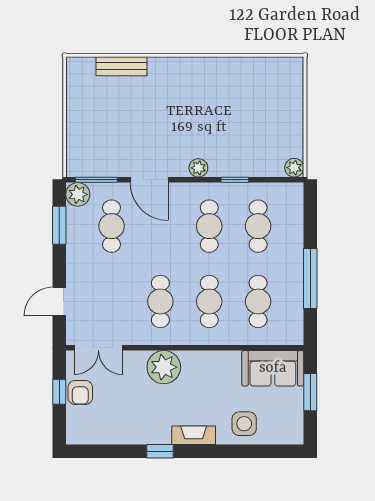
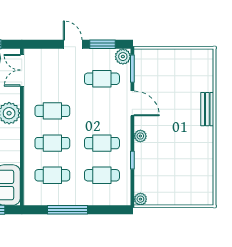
bench: (121, 66) -> (207, 109), moved
door: (149, 180) -> (132, 103), swing flipped
door: (59, 302) -> (73, 44), moved

